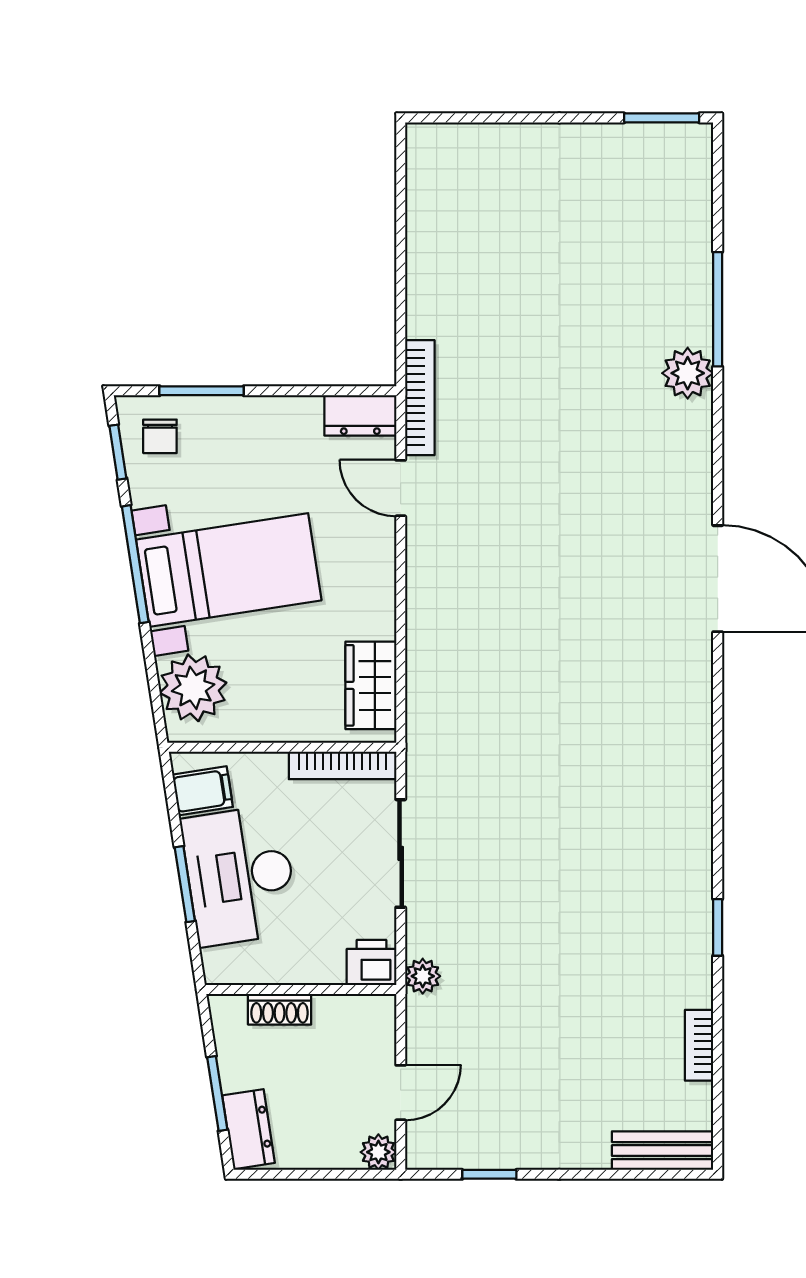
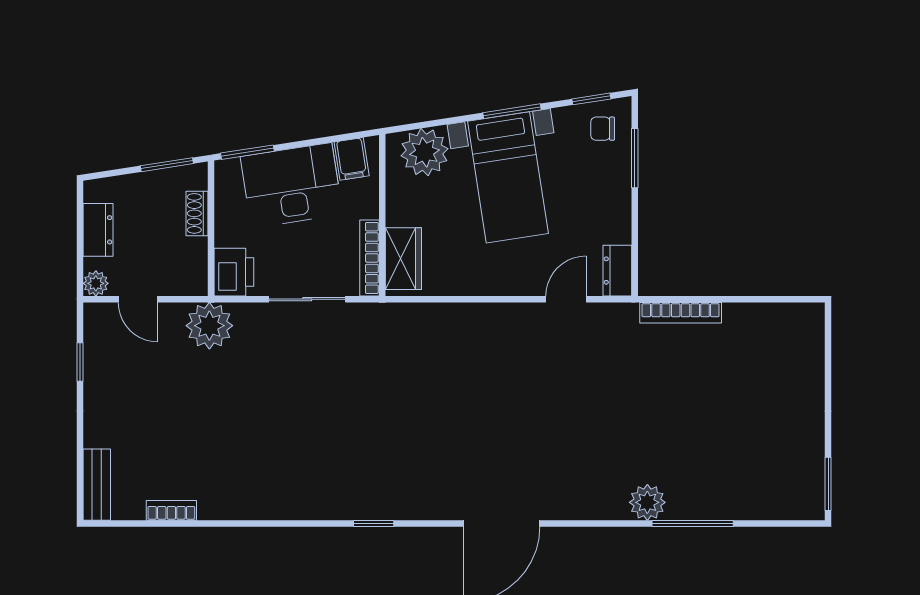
bookcase: (420, 398) -> (681, 313), moved
window: (135, 564) -> (512, 111), width x0.69
wardrobe: (371, 685) -> (403, 259), moved, turned 90
window: (185, 884) -> (247, 152), moved
window: (718, 927) -> (374, 524), moved
printer: (371, 963) -> (234, 272), width x1.36, depth x1.24
plant: (423, 976) -> (209, 326), width x1.88, depth x1.88
window: (217, 1093) -> (167, 165), moved
dresser: (248, 1129) -> (98, 230), moved, turned -81

